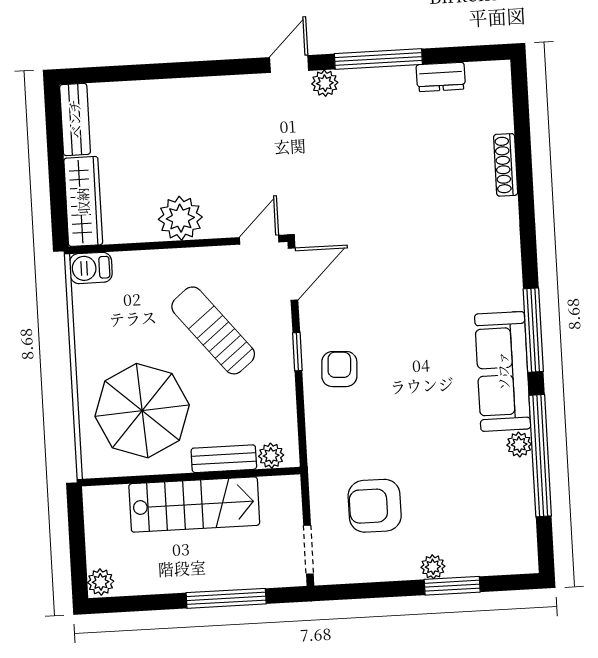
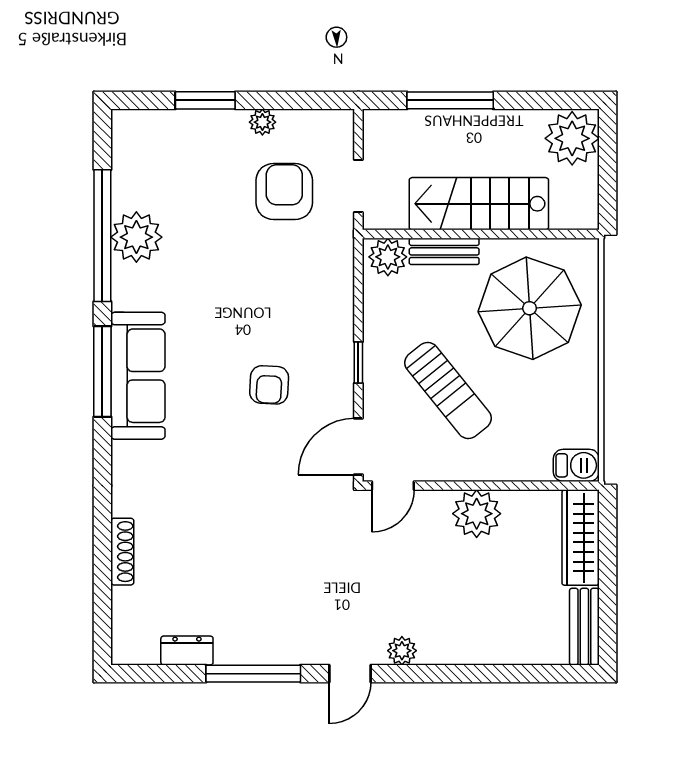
plant: (325, 83) -> (402, 651), moved
armchair: (339, 369) -> (269, 385), moved
sofa: (503, 371) -> (138, 376), moved
plant: (519, 444) -> (136, 237), width x1.88, depth x1.88
plant: (271, 456) -> (388, 257), width x1.38, depth x1.38
armchair: (375, 506) -> (284, 191), turned -90
doorway: (308, 550) -> (358, 186), moved
plant: (433, 567) -> (262, 122), moved
plant: (101, 582) -> (572, 138), width x1.88, depth x1.88

